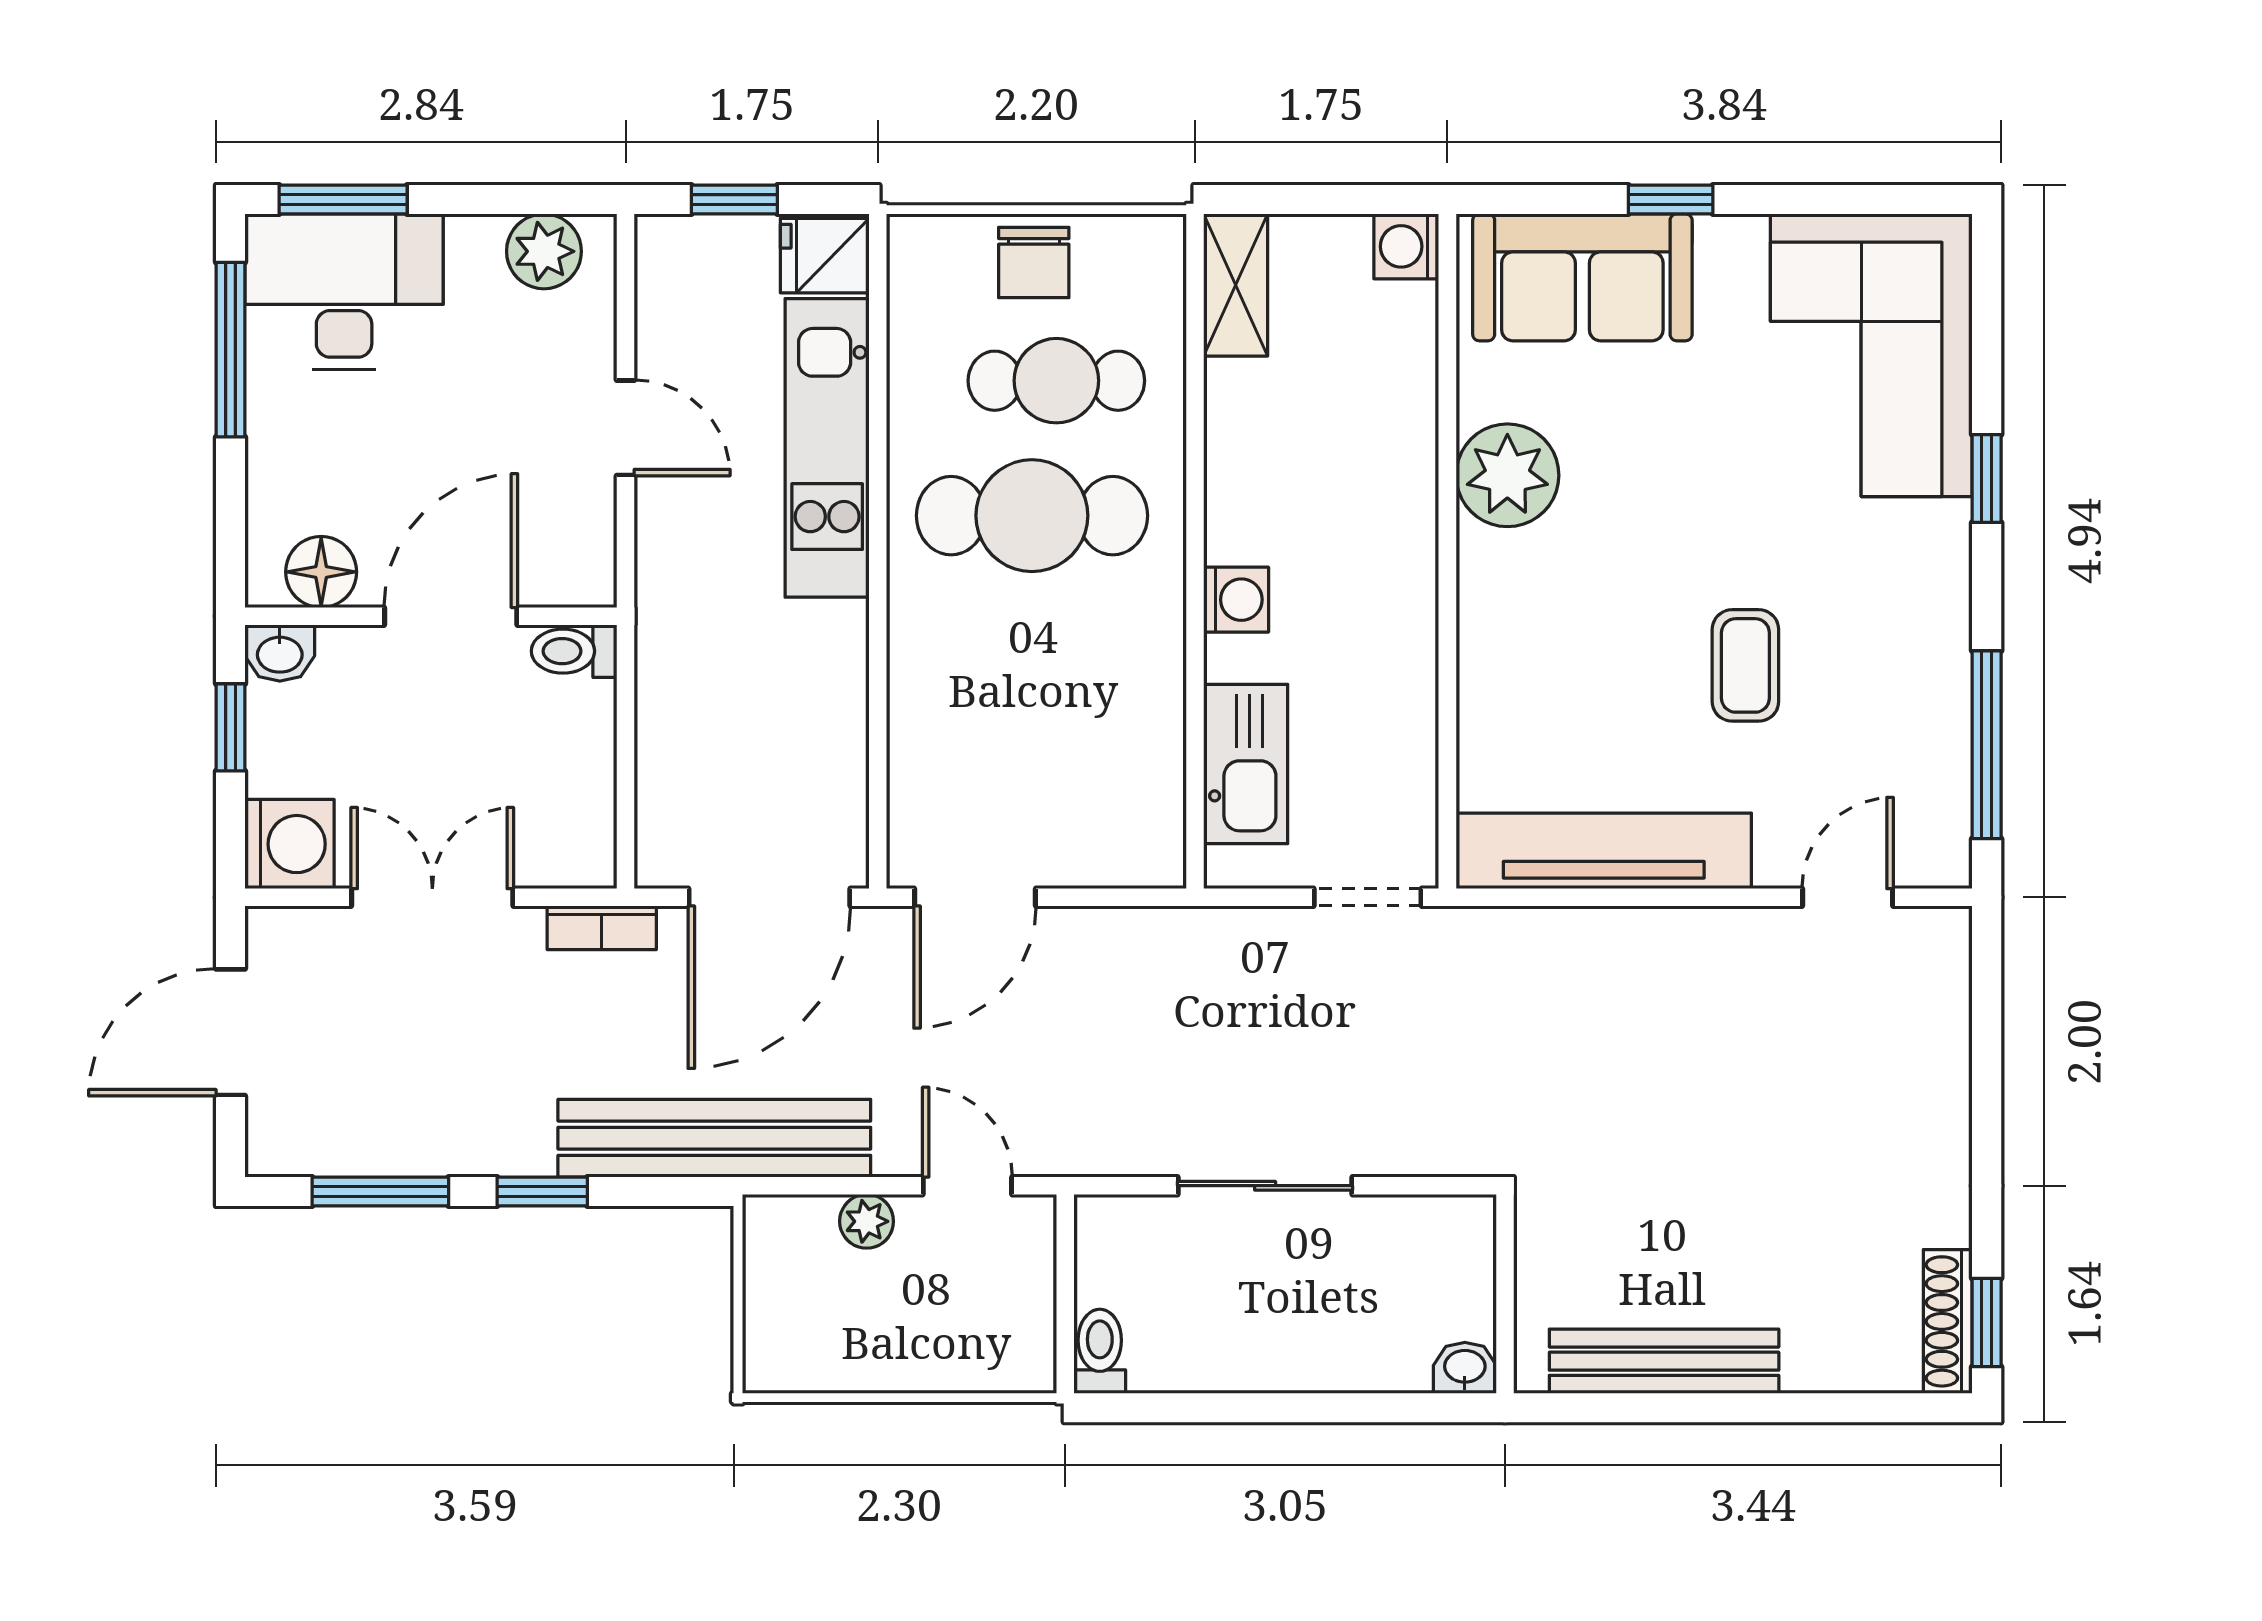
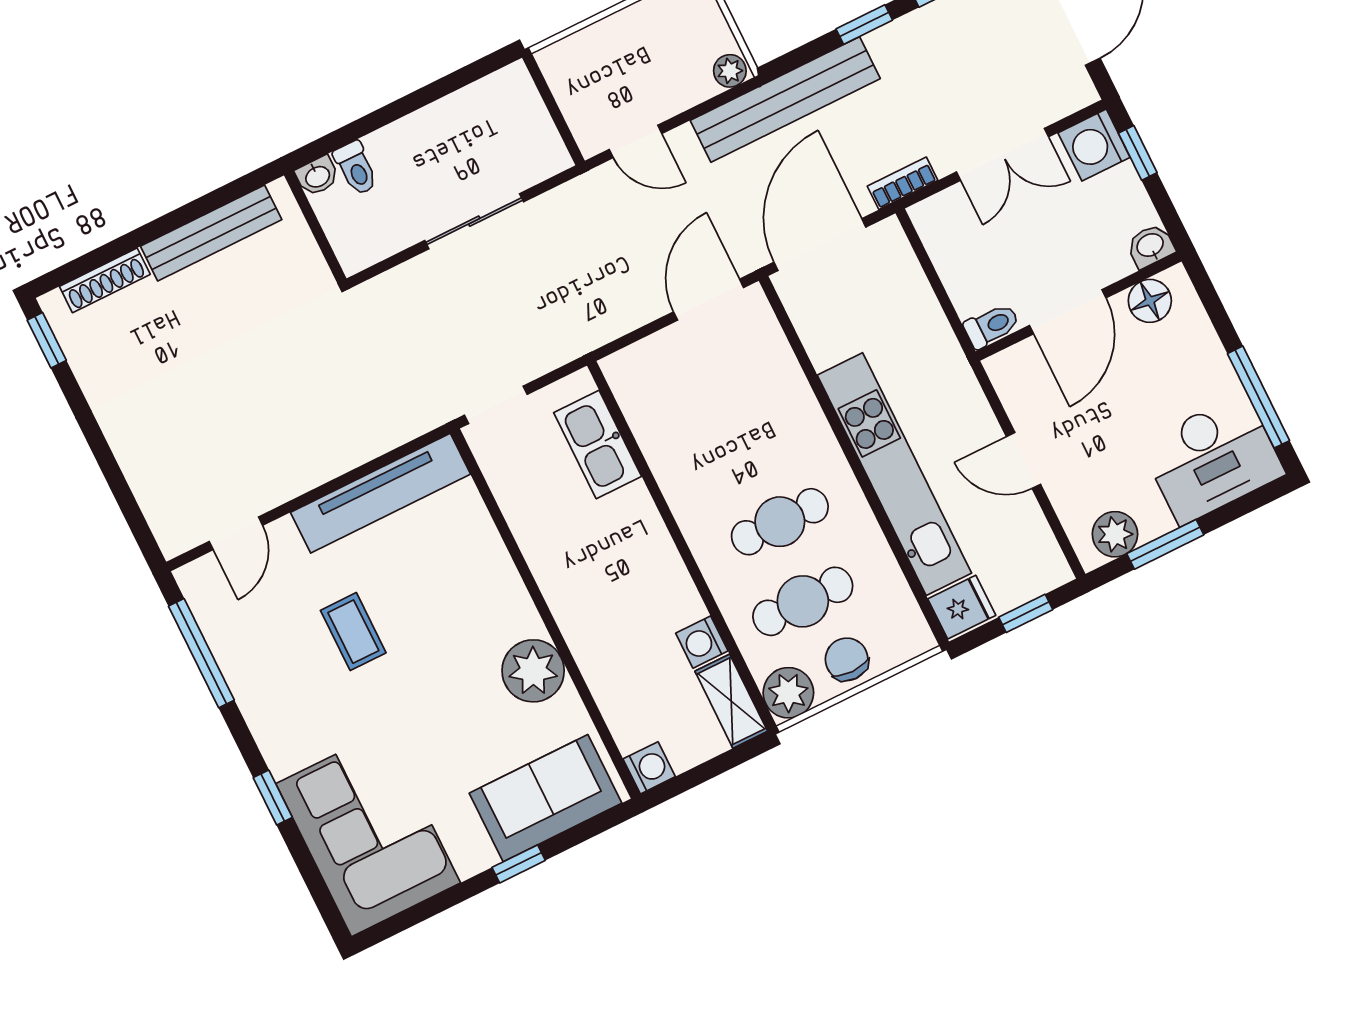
window: (343, 200) -> (1165, 544), moved
plant: (1145, 256) -> (788, 693), added
kitchen unit: (827, 448) -> (894, 474), width x1.36
cafe table: (1032, 516) -> (780, 522), width x0.73, depth x0.74
washing machine: (1236, 600) -> (702, 642), moved
window: (230, 727) -> (1138, 153), moved
plant: (867, 1221) -> (730, 71), moved
shoe rack: (1948, 1321) -> (105, 280), moved, turned 90
toilet: (1100, 1351) -> (356, 168), moved

